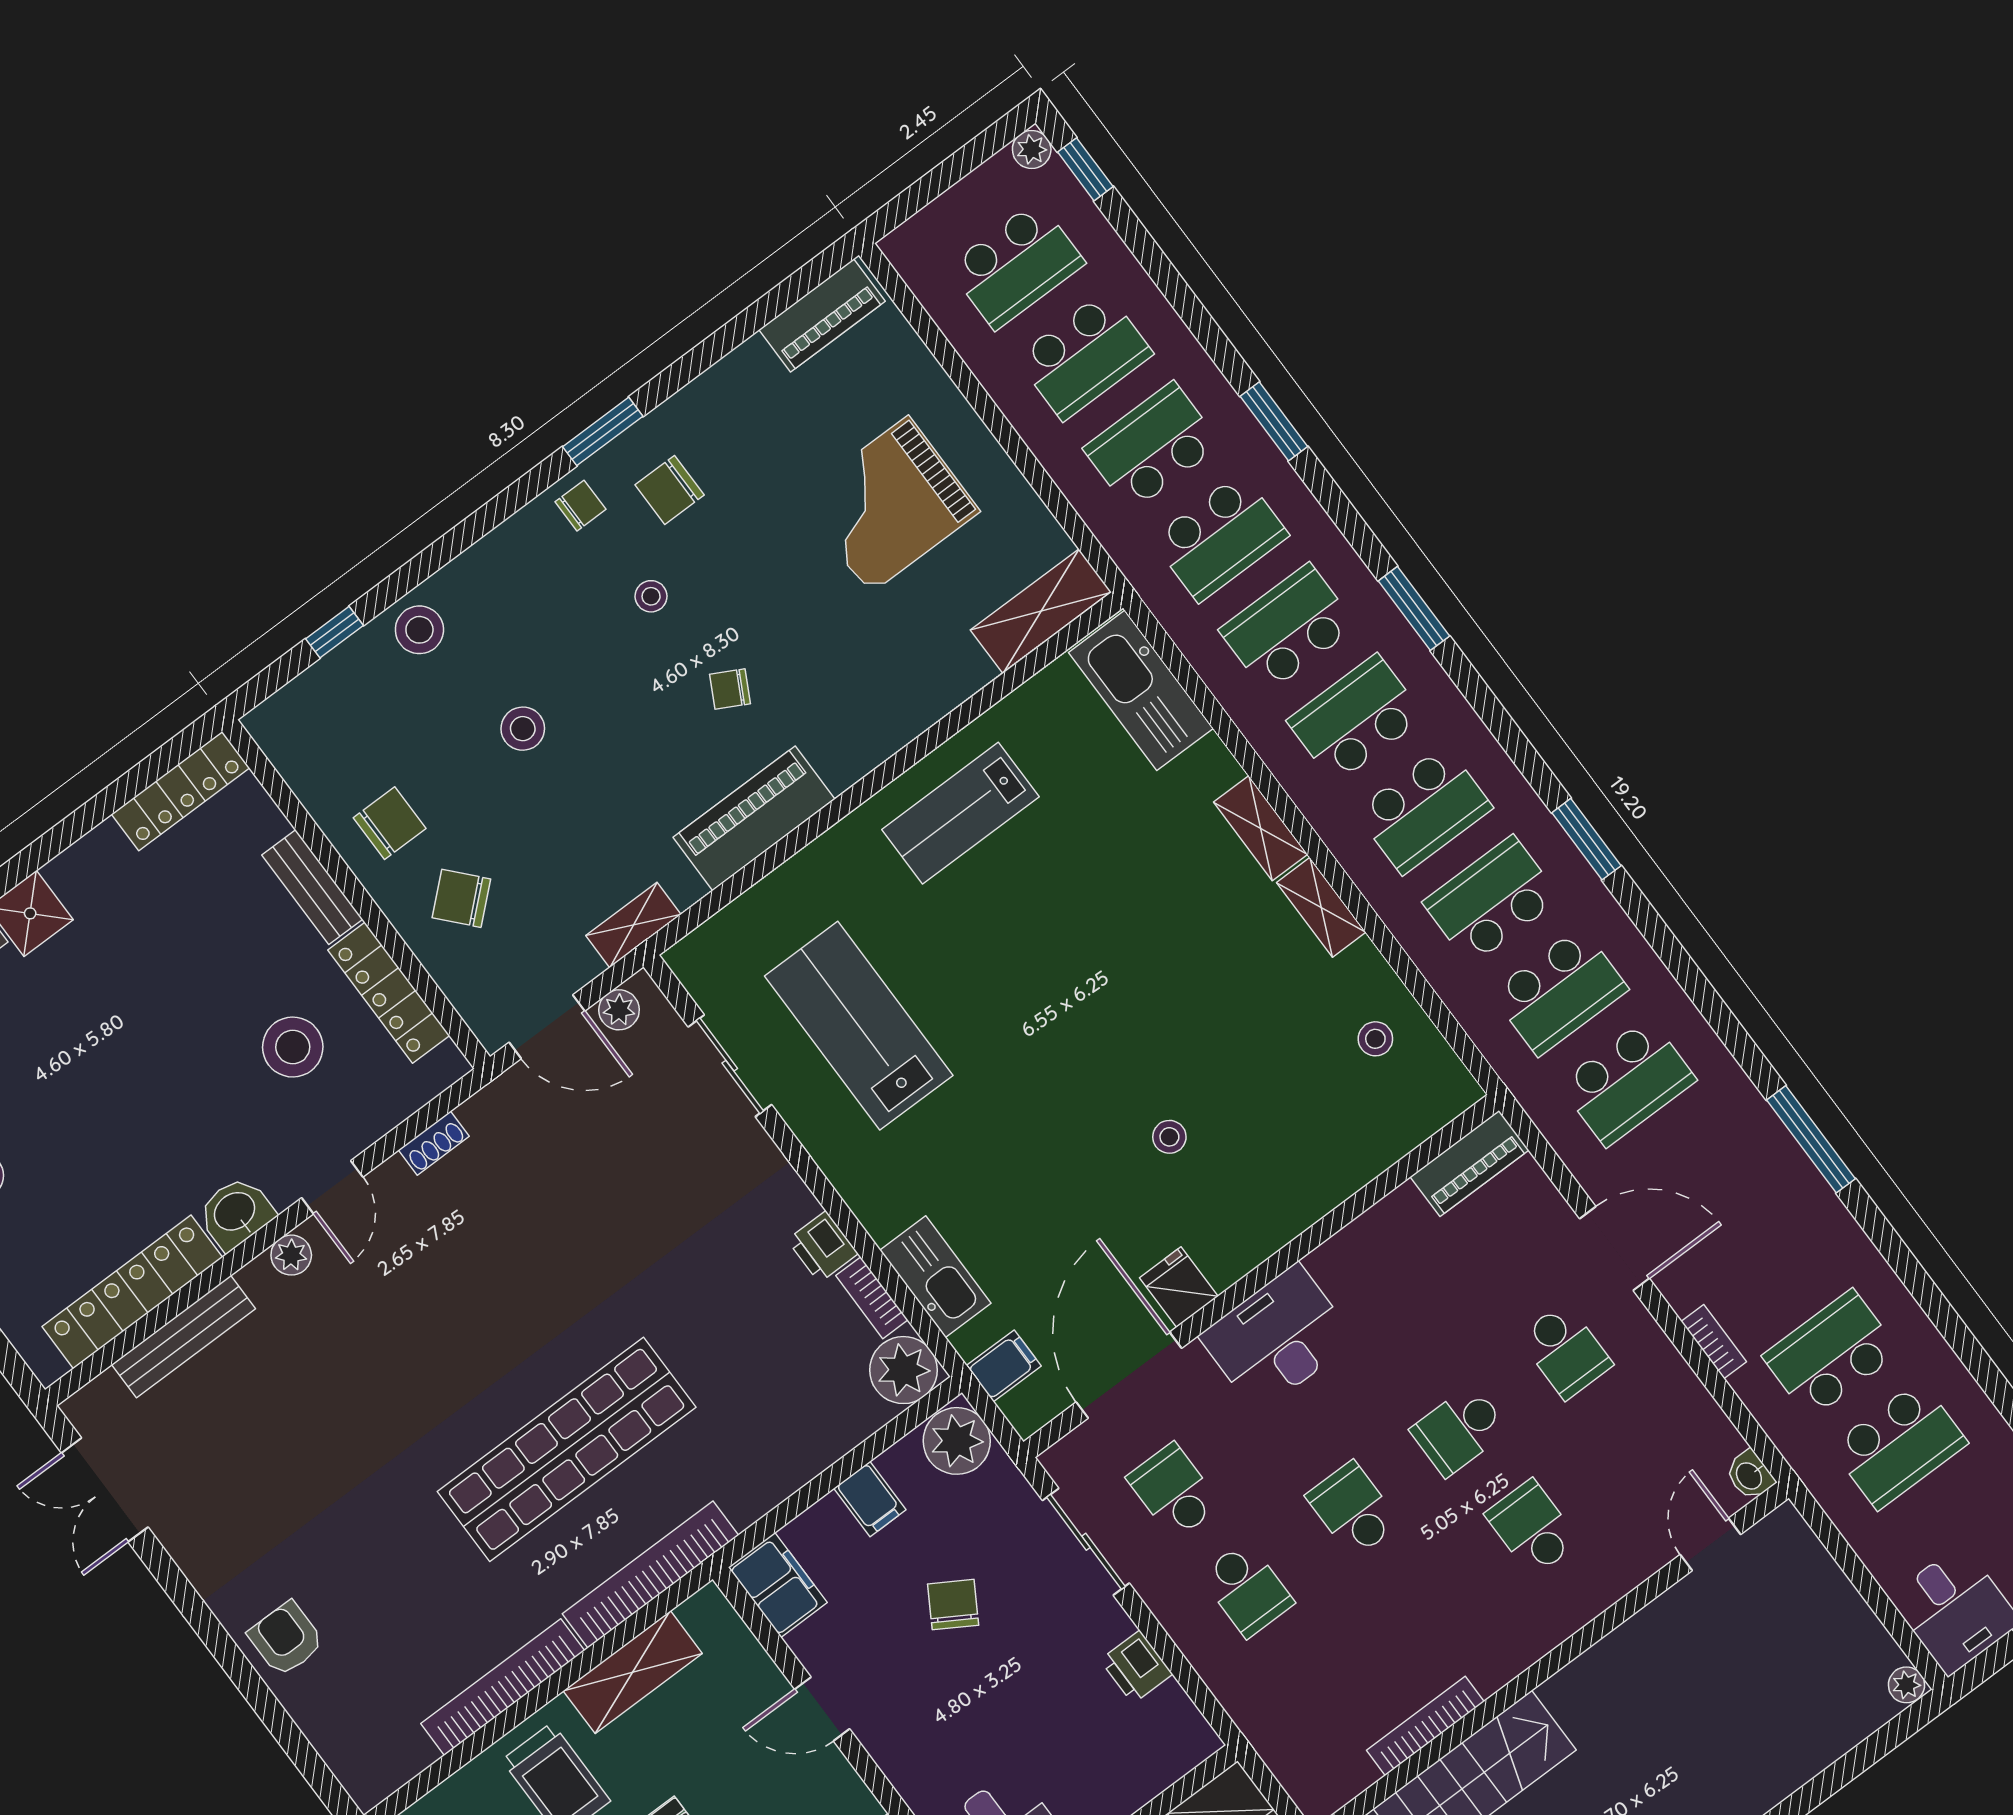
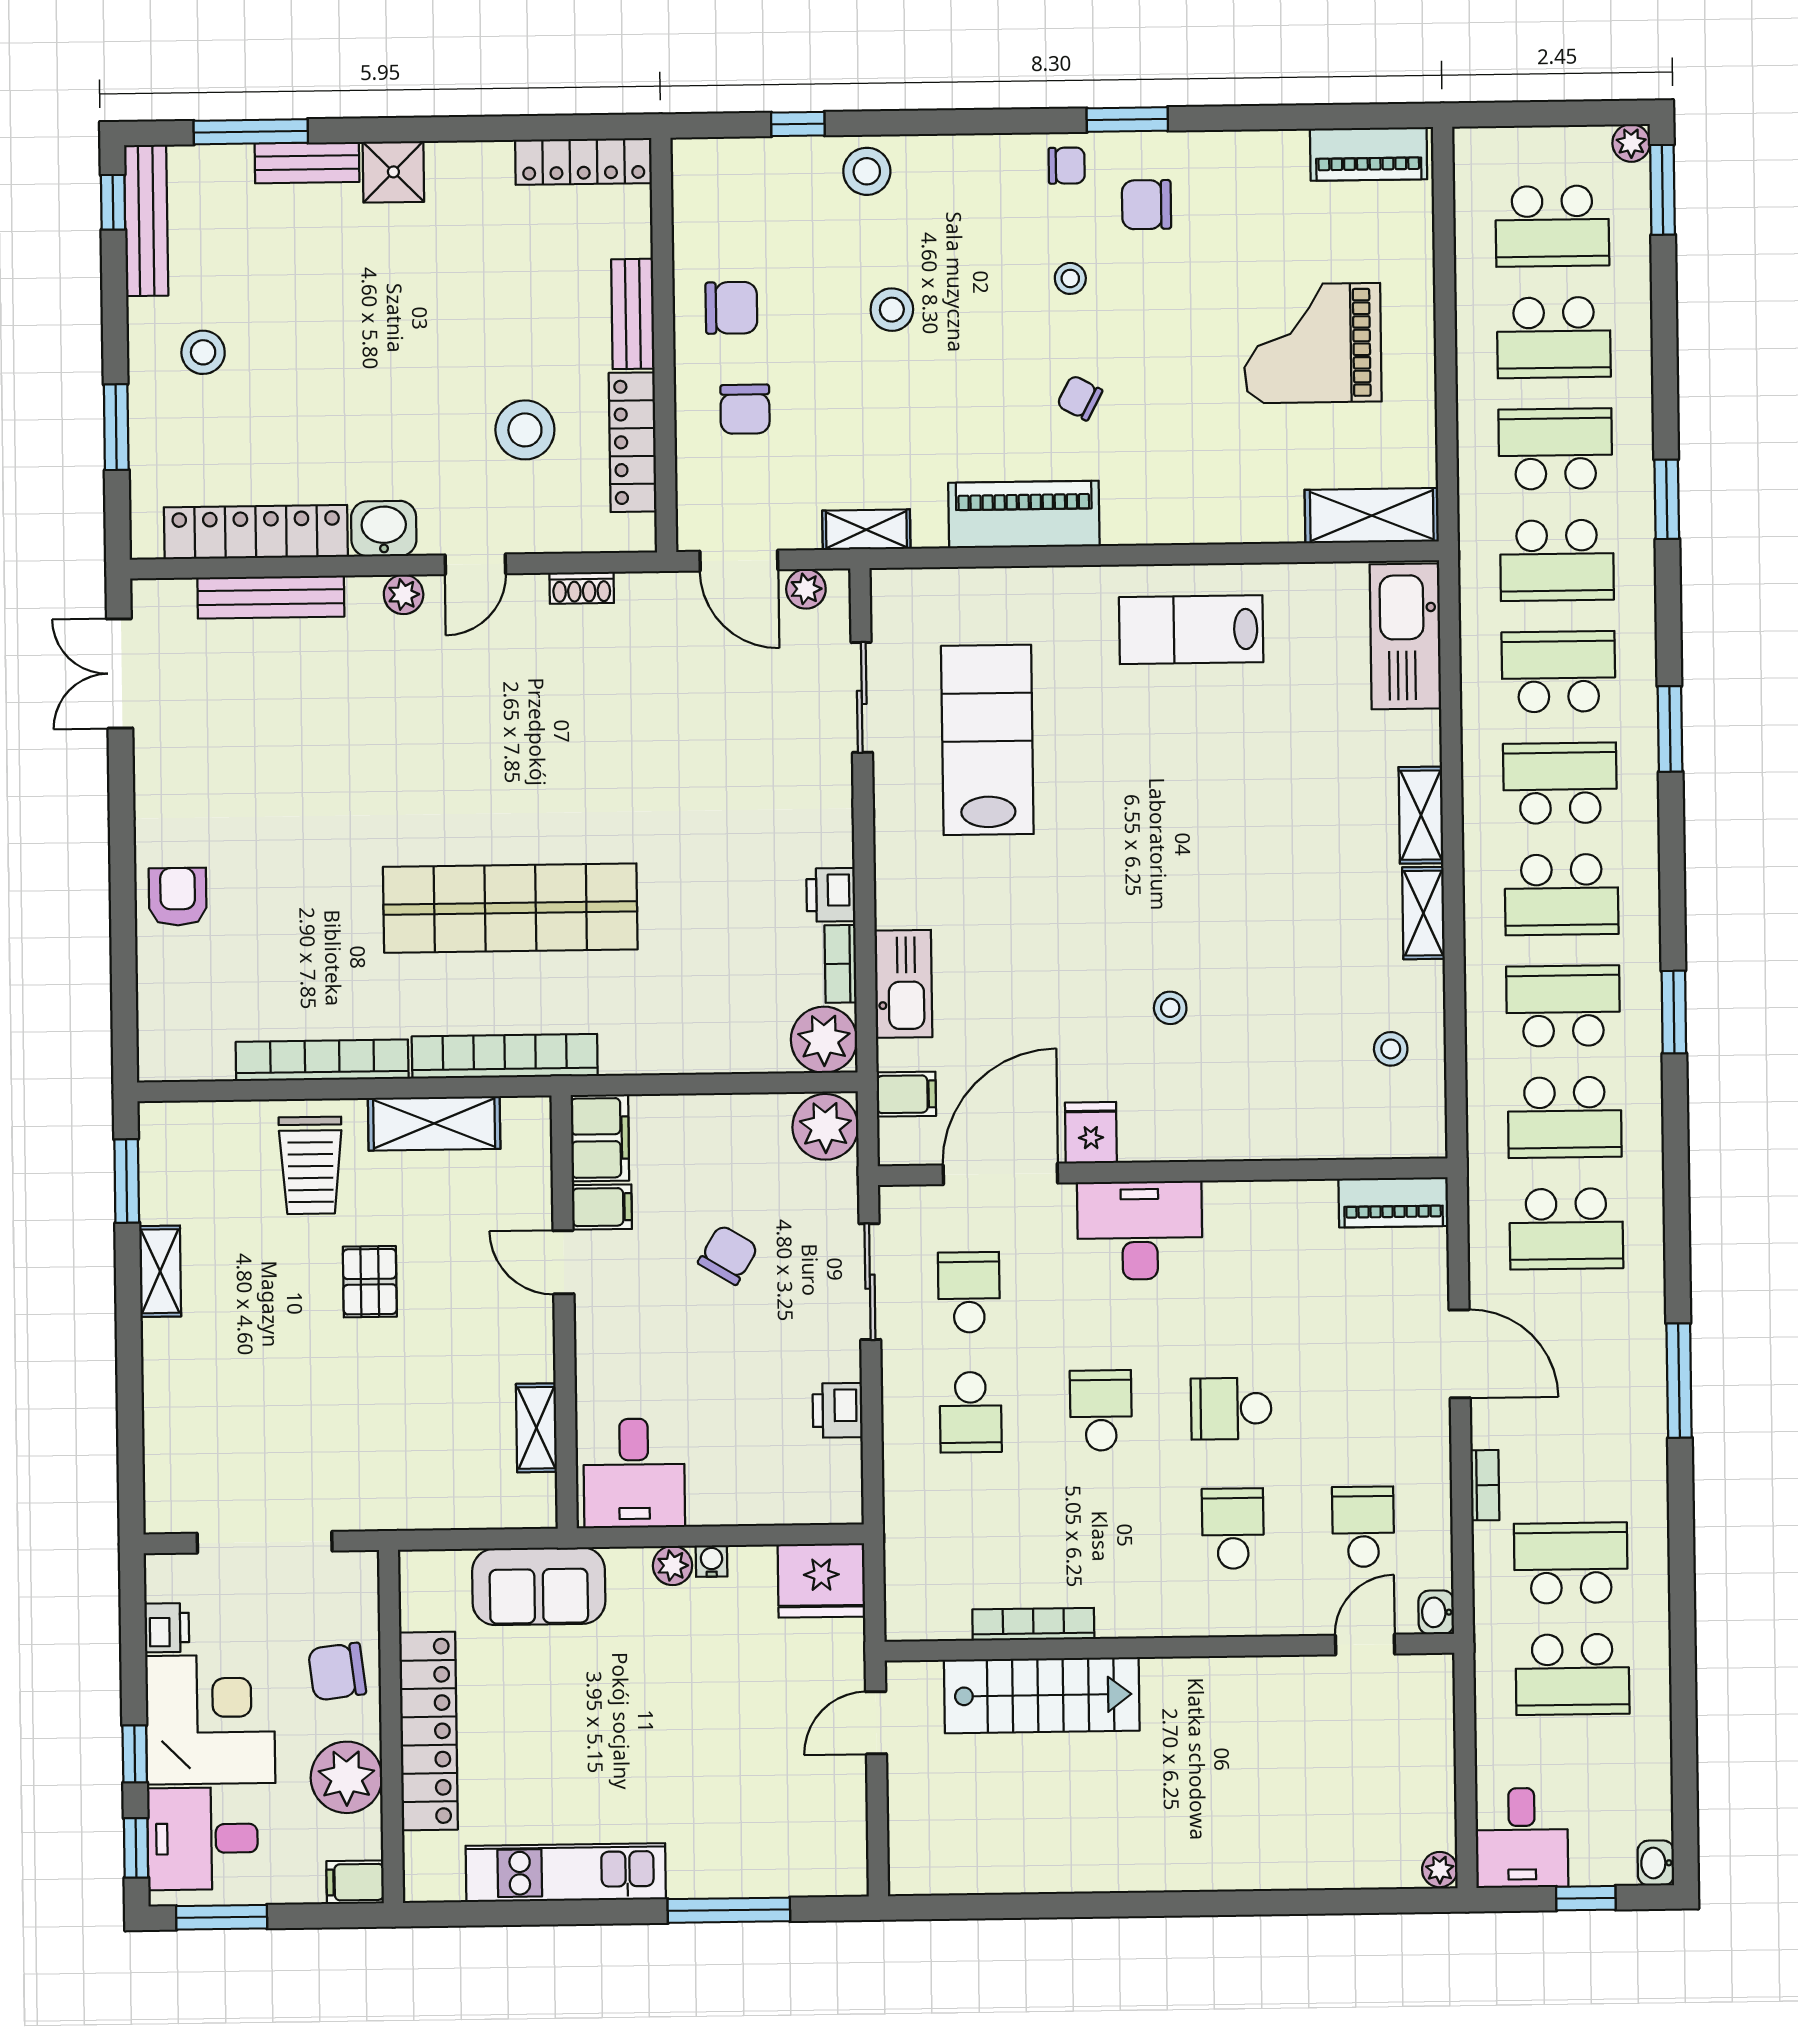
window: (1085, 169) -> (1662, 190), width x1.50
chair: (461, 898) -> (745, 409), turned -138
school desk: (1565, 1351) -> (1363, 1527), moved, turned 180
filing cabinet: (870, 1499) -> (602, 1207), moved, turned -90

